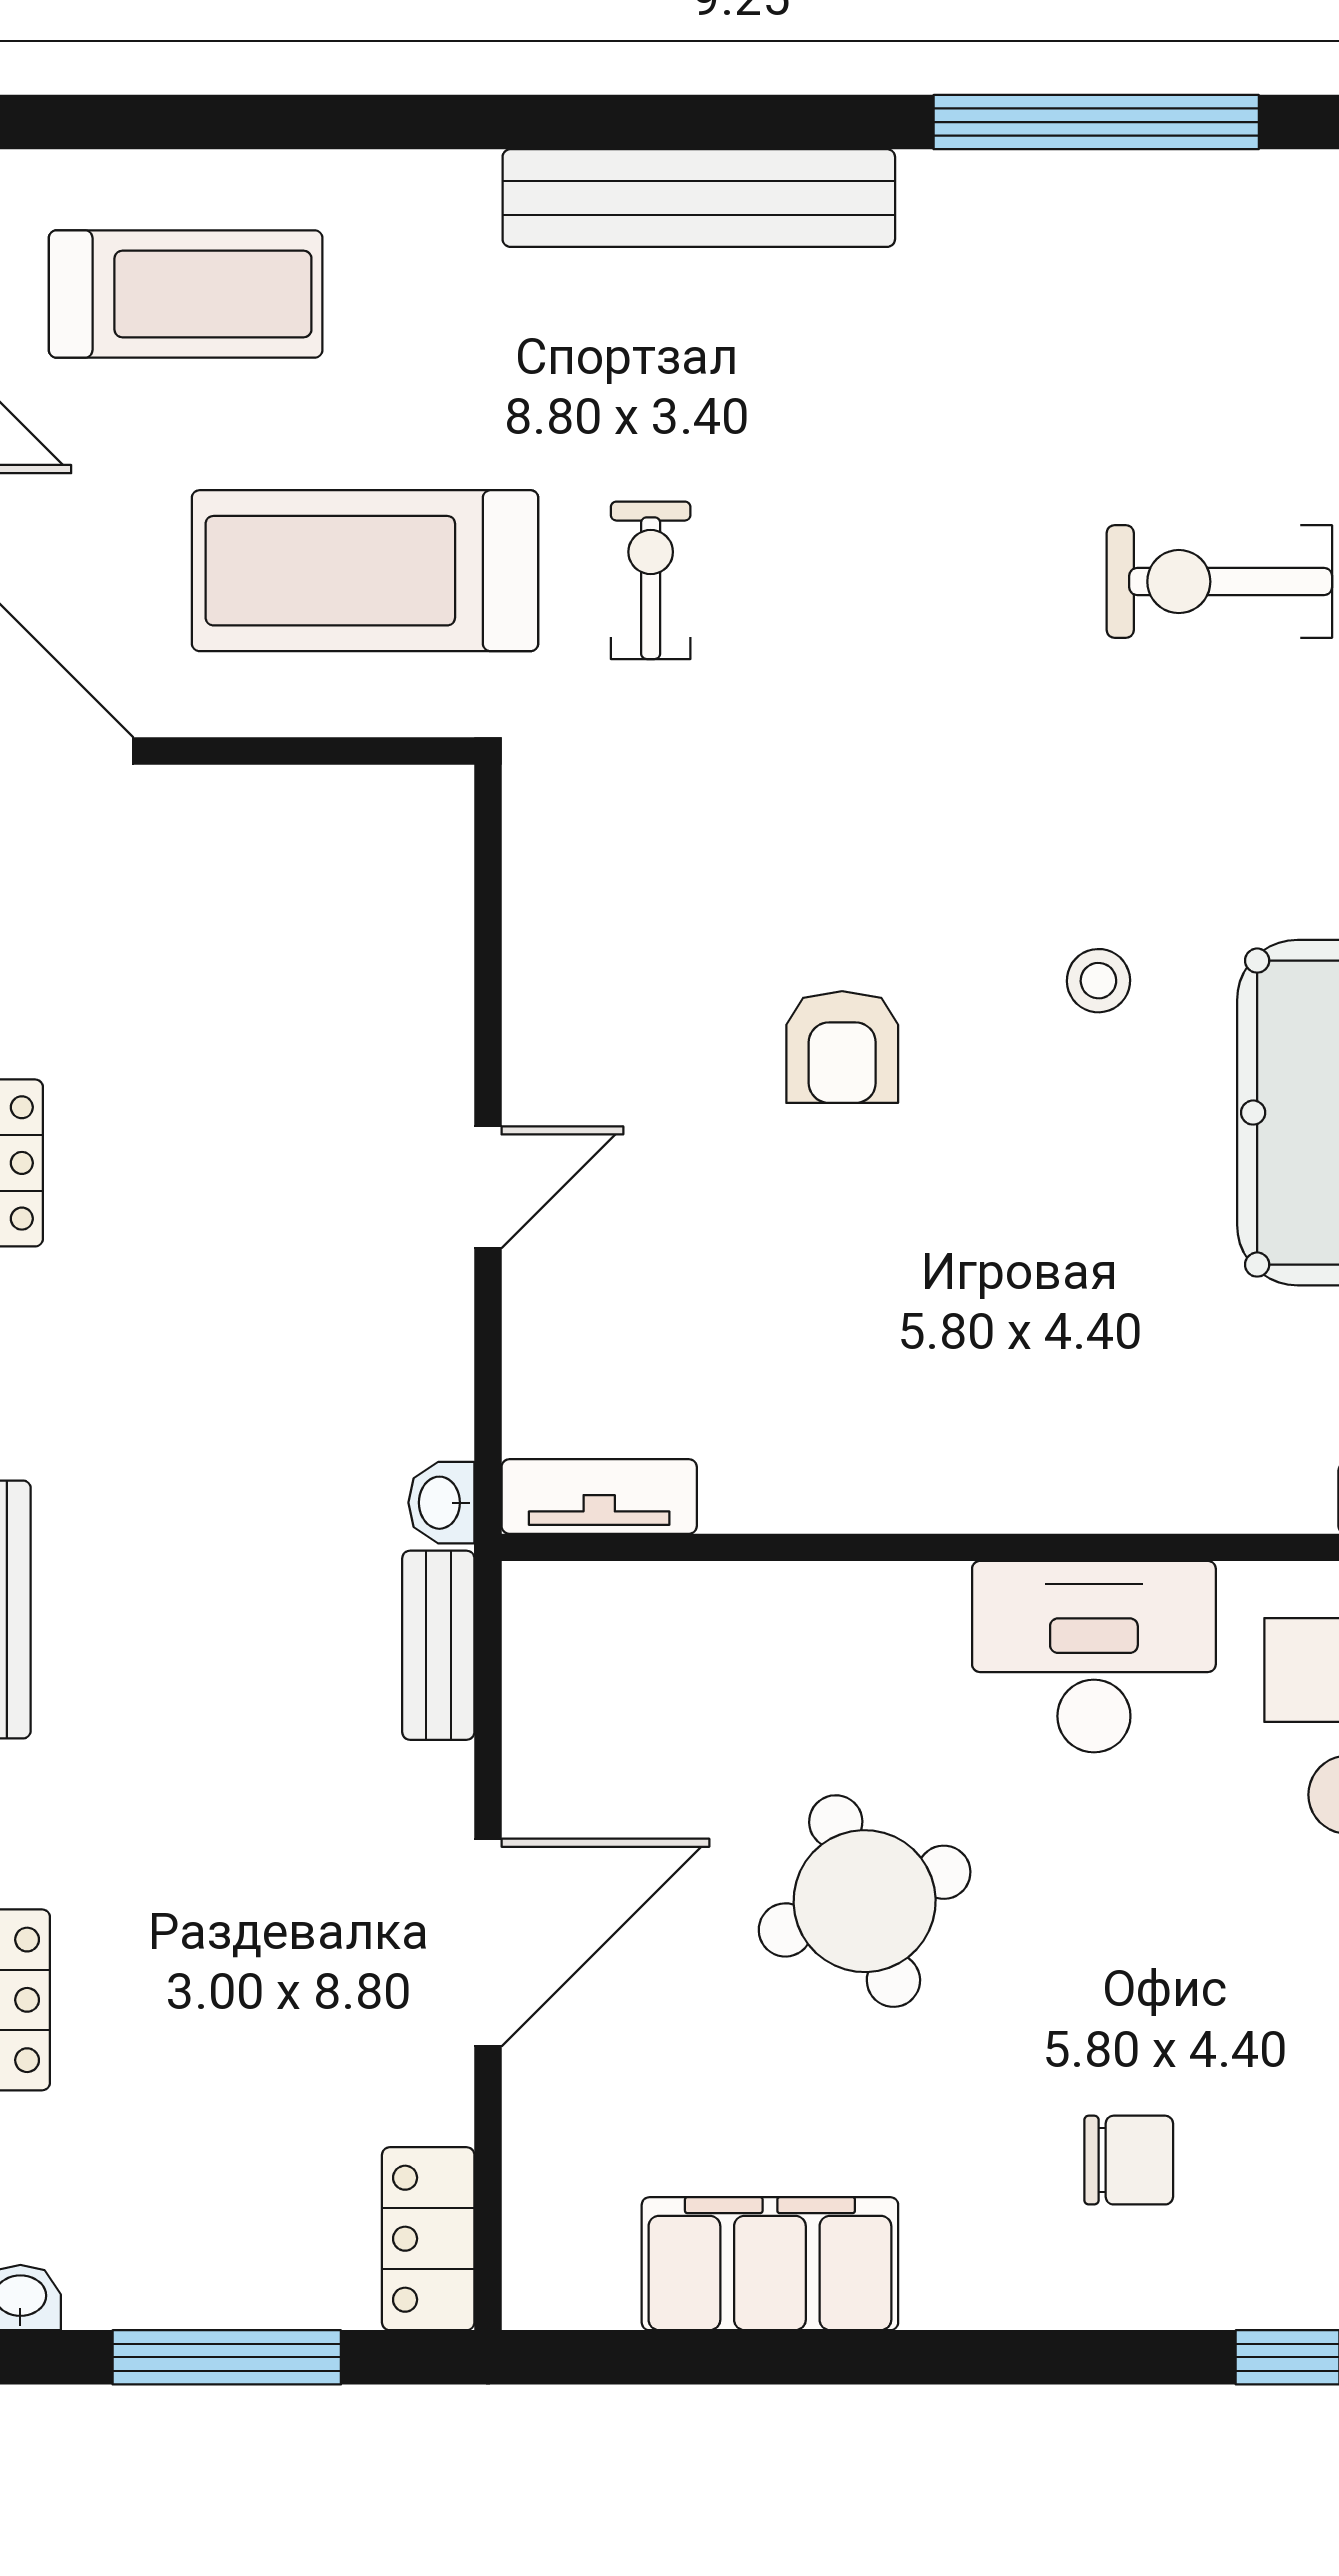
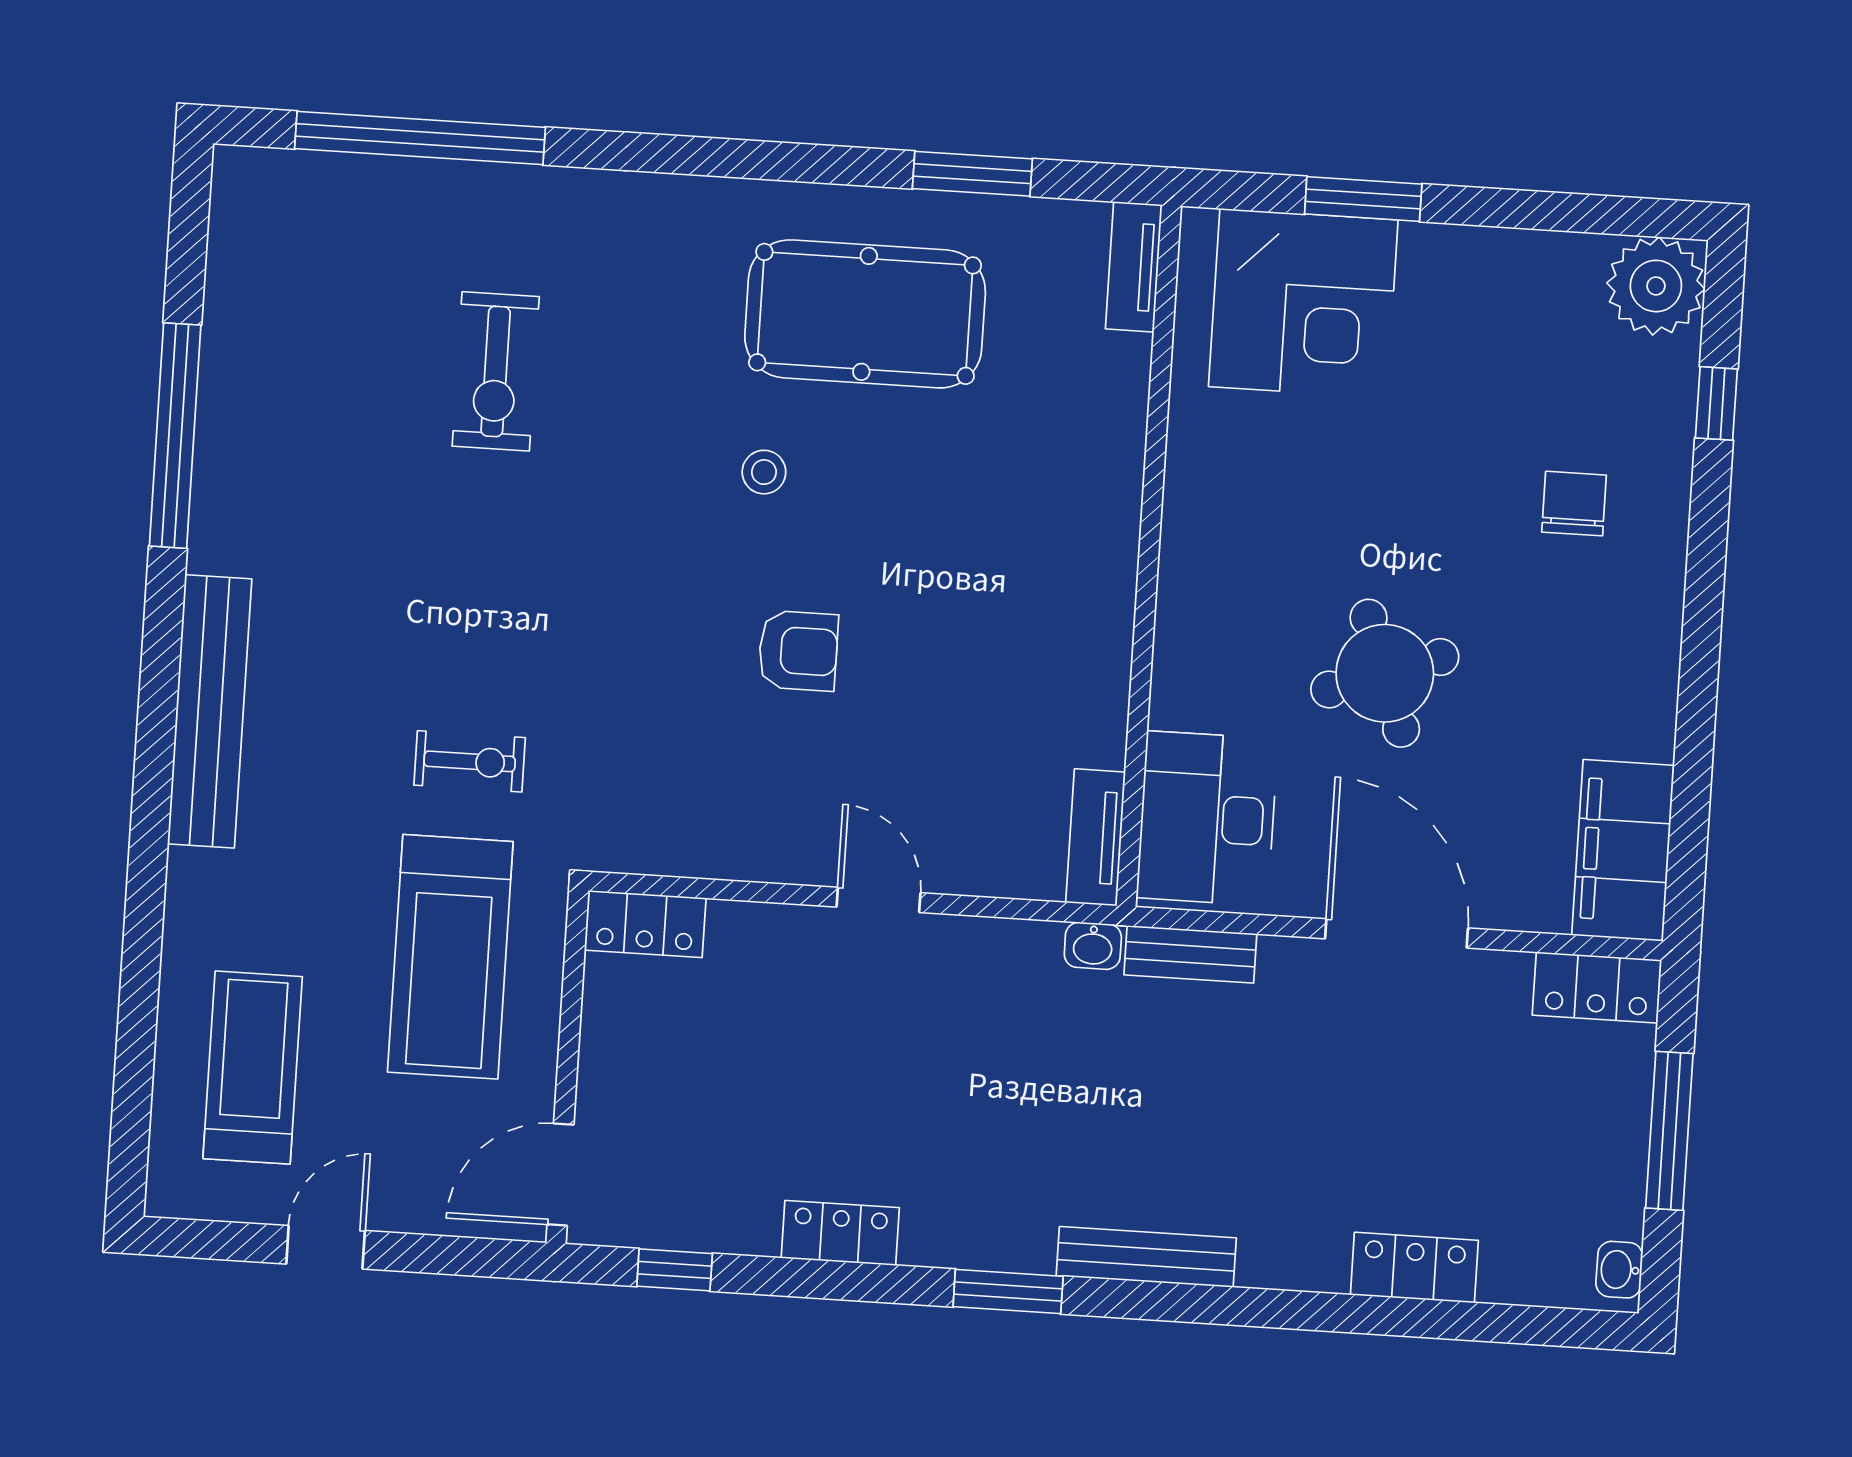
exercise bike: (651, 580) -> (470, 761), turned 180
locker: (431, 851) -> (645, 924), added
desk: (1094, 1657) -> (1207, 818), moved
filing cabinet: (770, 2264) -> (1623, 850), moved

